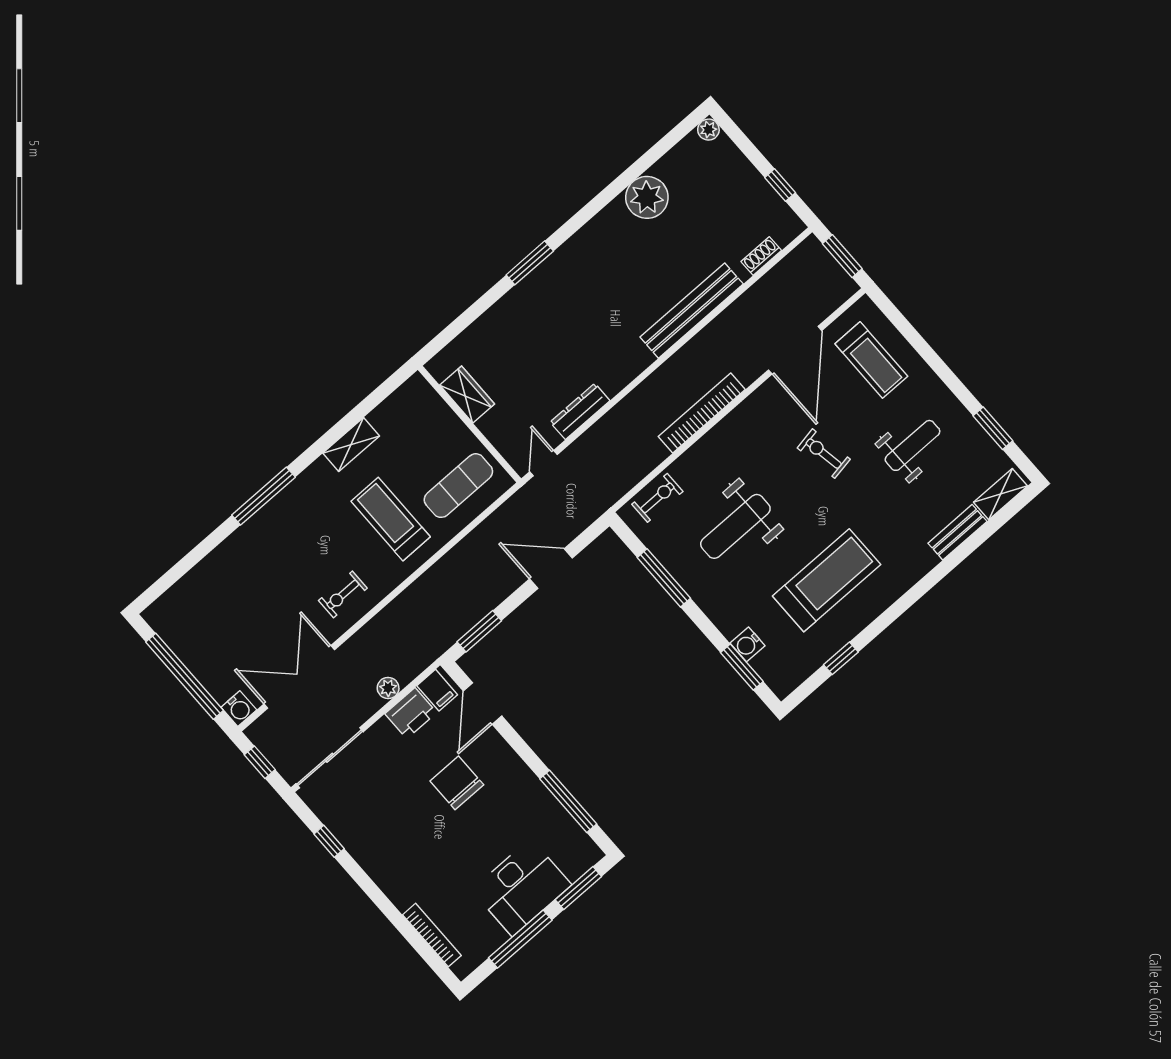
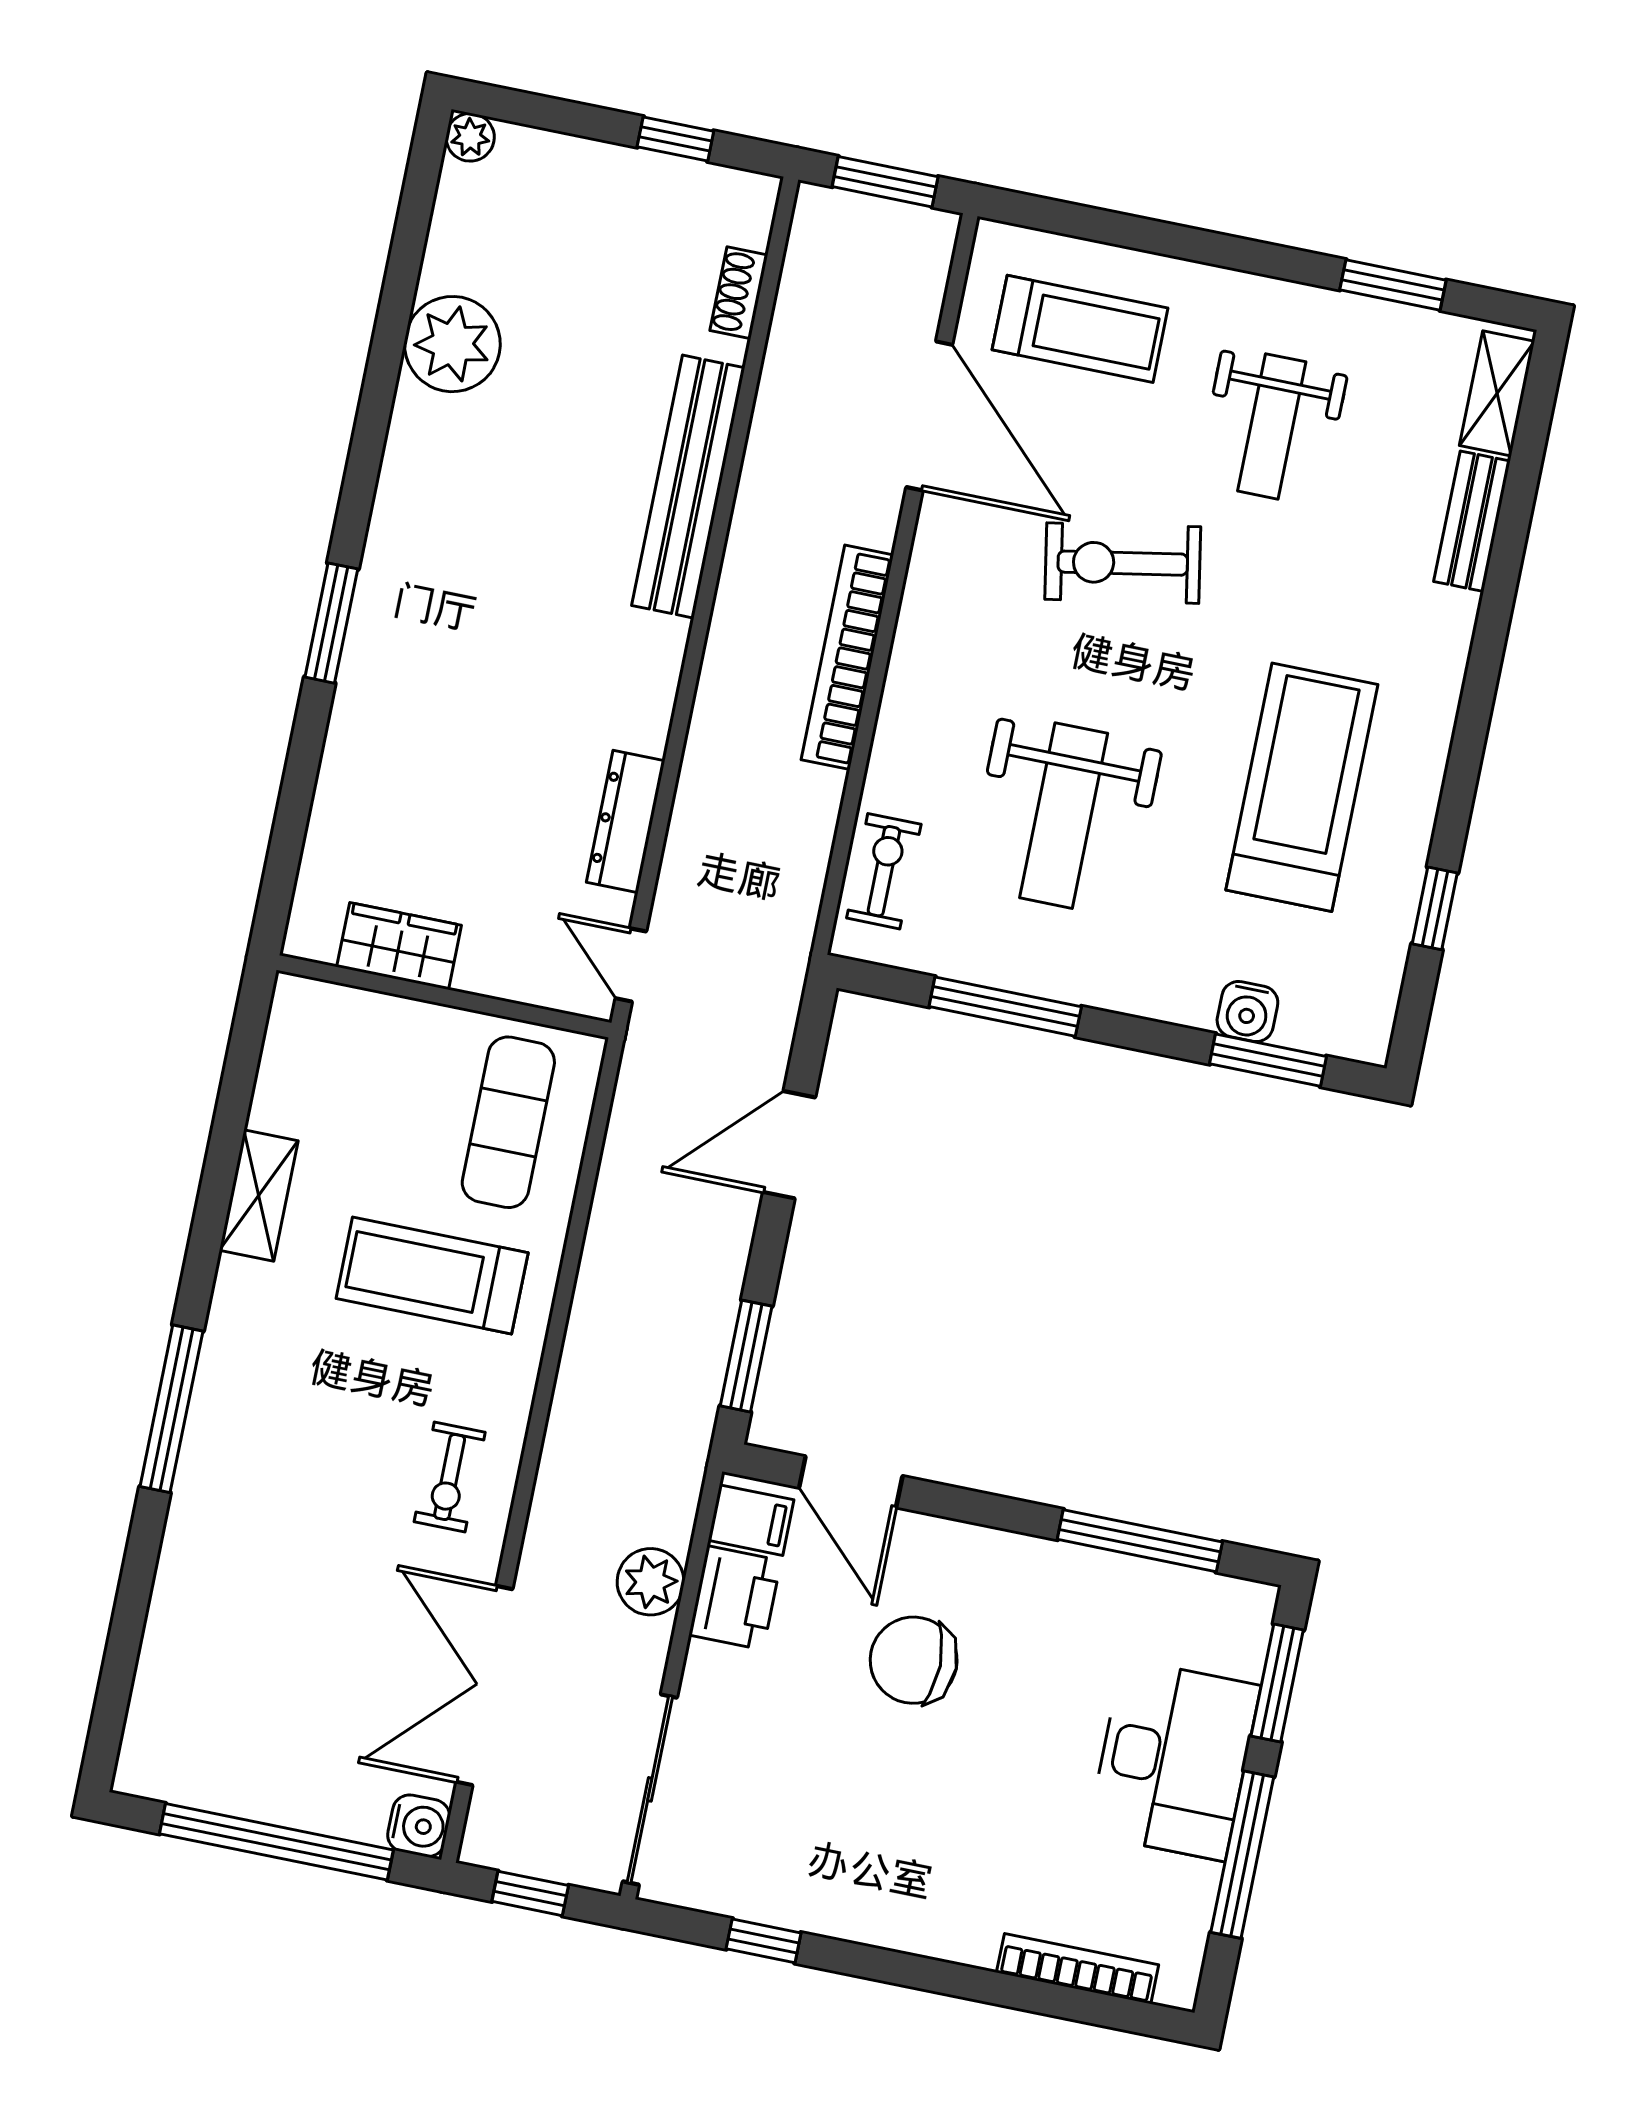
weight bench: (913, 445) -> (1272, 426), turned 180
exercise bike: (824, 454) -> (1123, 563), width x1.38, depth x1.39
plant: (388, 688) -> (651, 1582), width x1.38, depth x1.38

